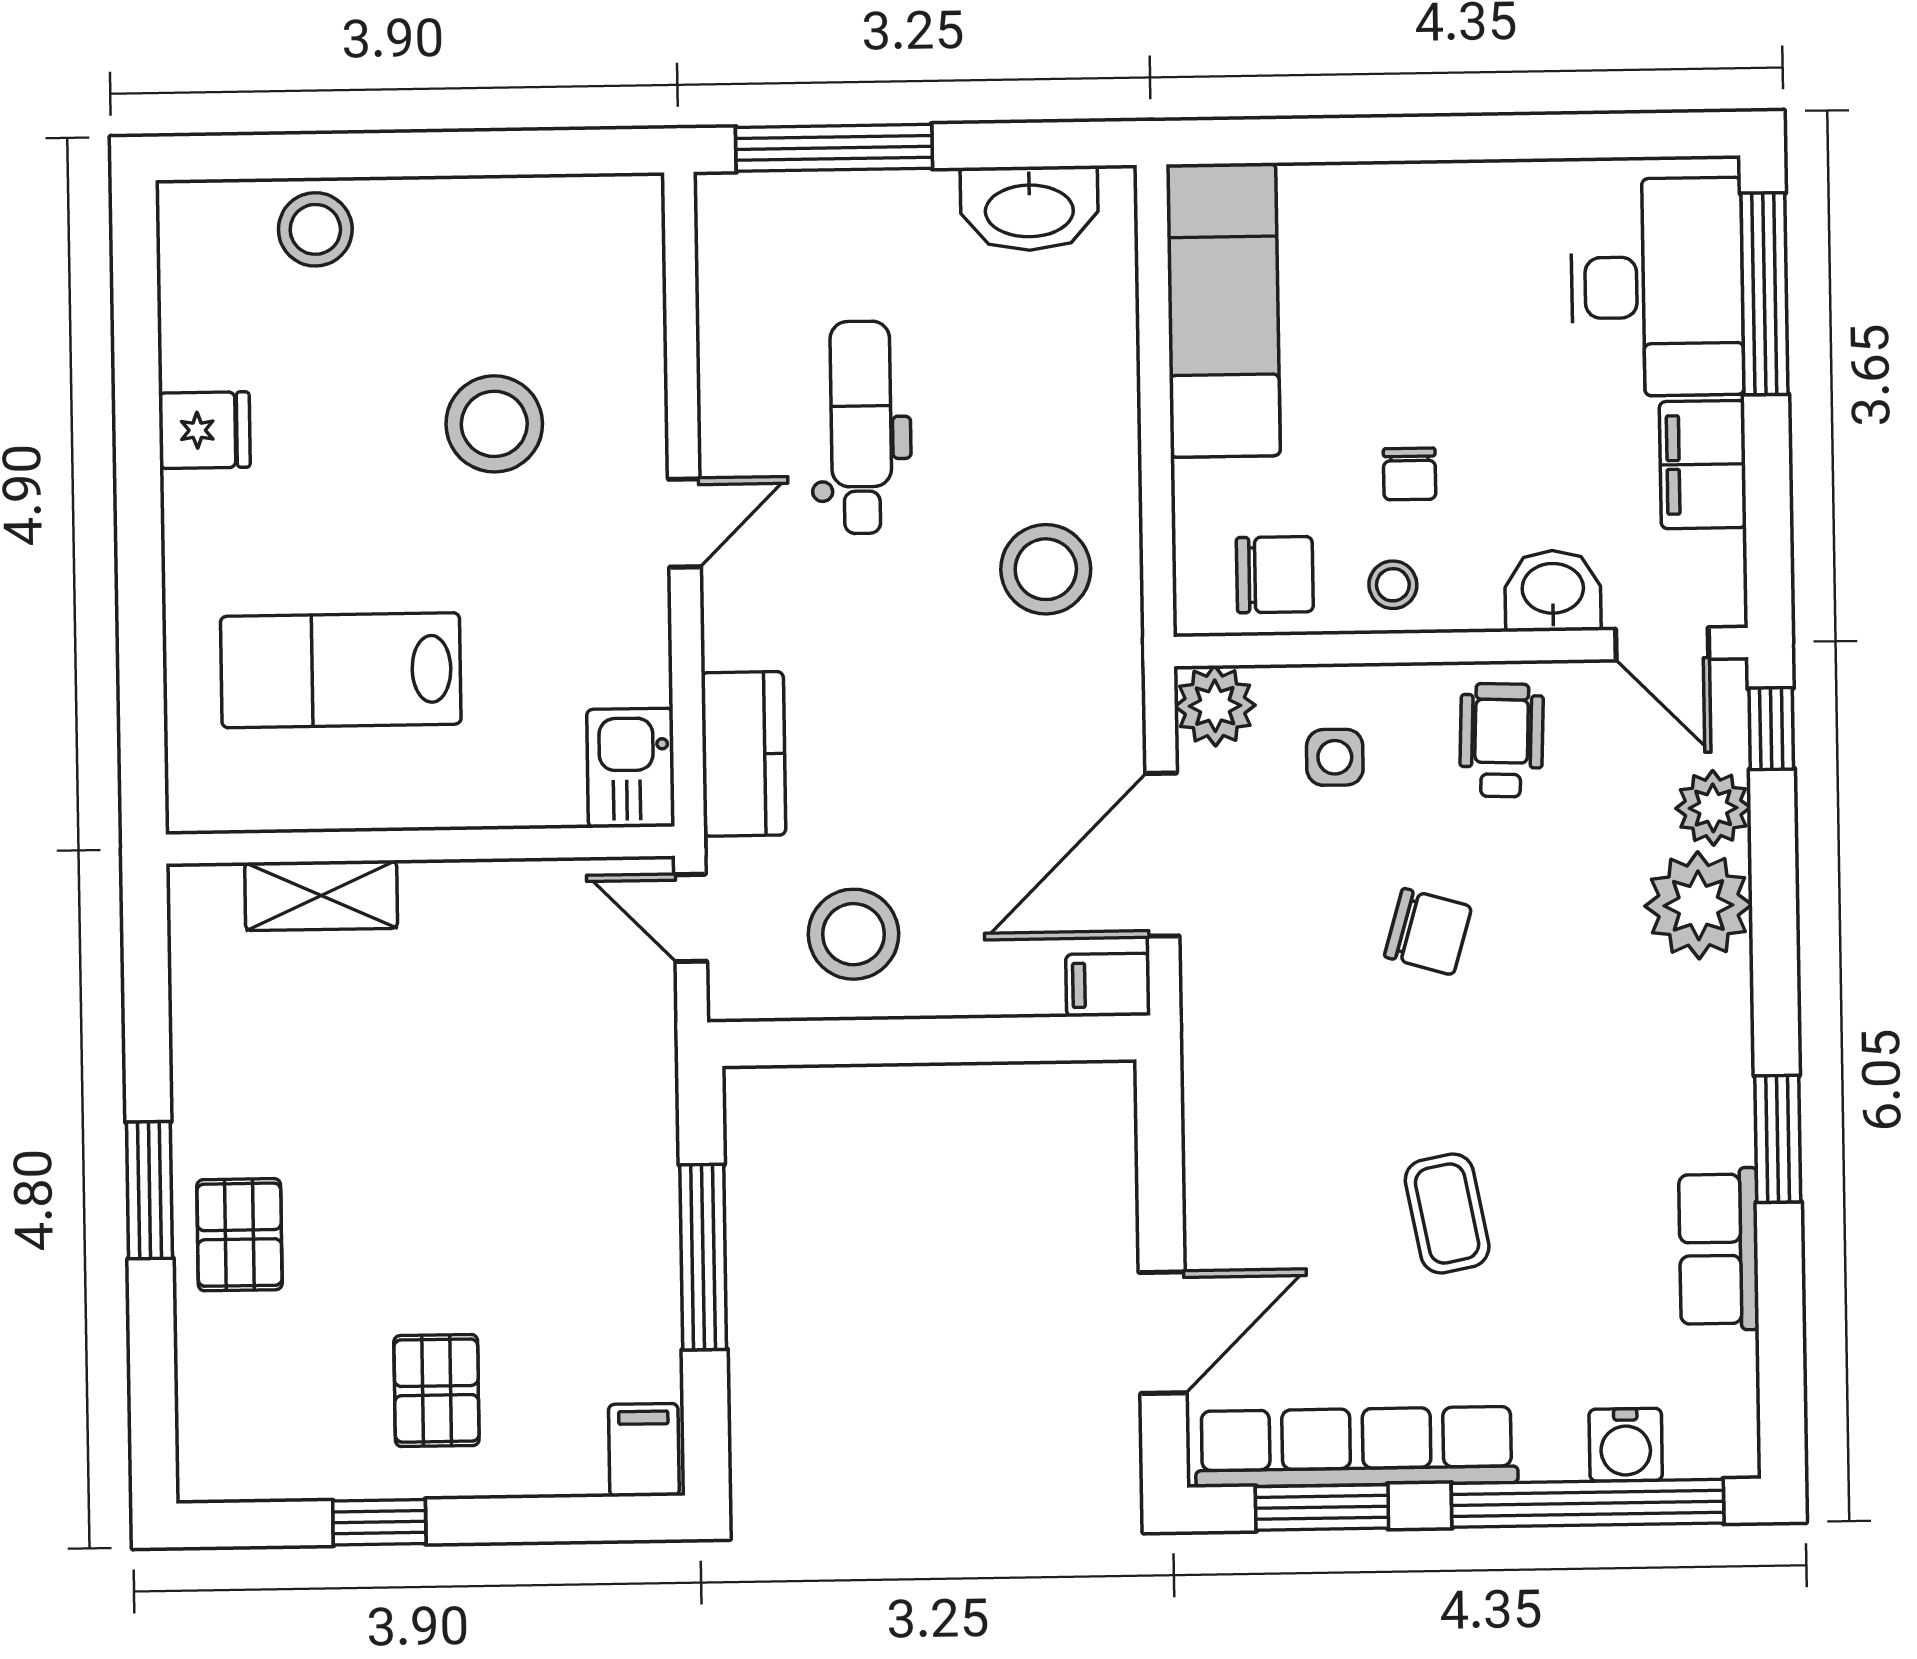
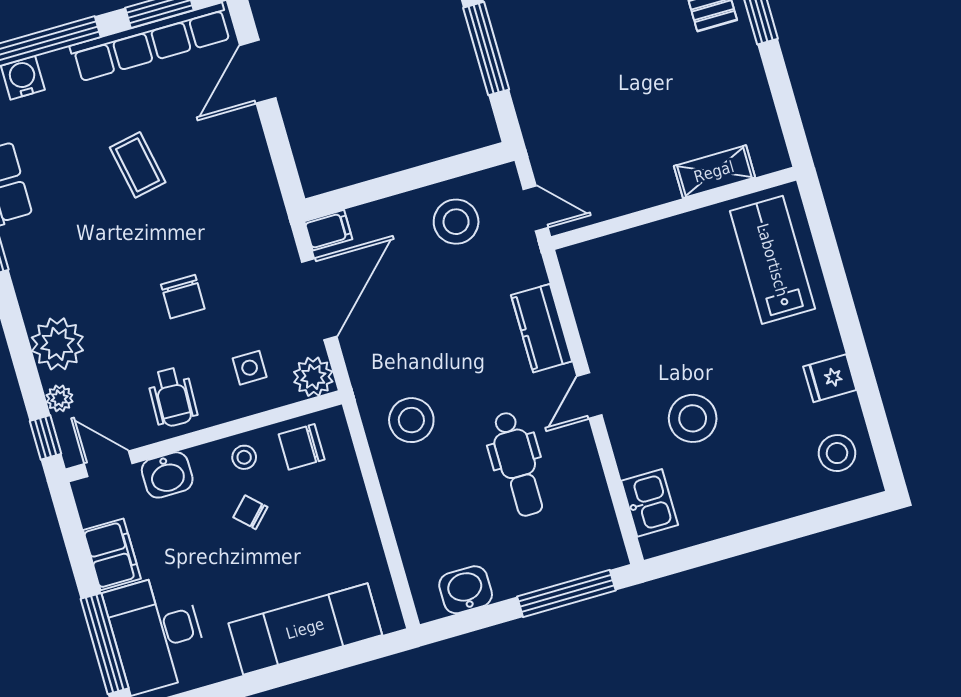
washbasin: (1029, 208) -> (466, 590), width x0.72
stool: (315, 229) -> (837, 453), moved
exam couch: (1223, 310) -> (305, 629), moved, turned 90
chair: (1410, 474) -> (250, 512), turned -46
lab bench: (341, 670) -> (772, 260), moved, turned -90
kitchen counter: (744, 754) -> (542, 328), moved
kitchen sink: (631, 768) -> (650, 503), moved
plant: (1713, 808) -> (60, 398), width x0.73, depth x0.73
chair: (1428, 932) -> (183, 297), turned -106

